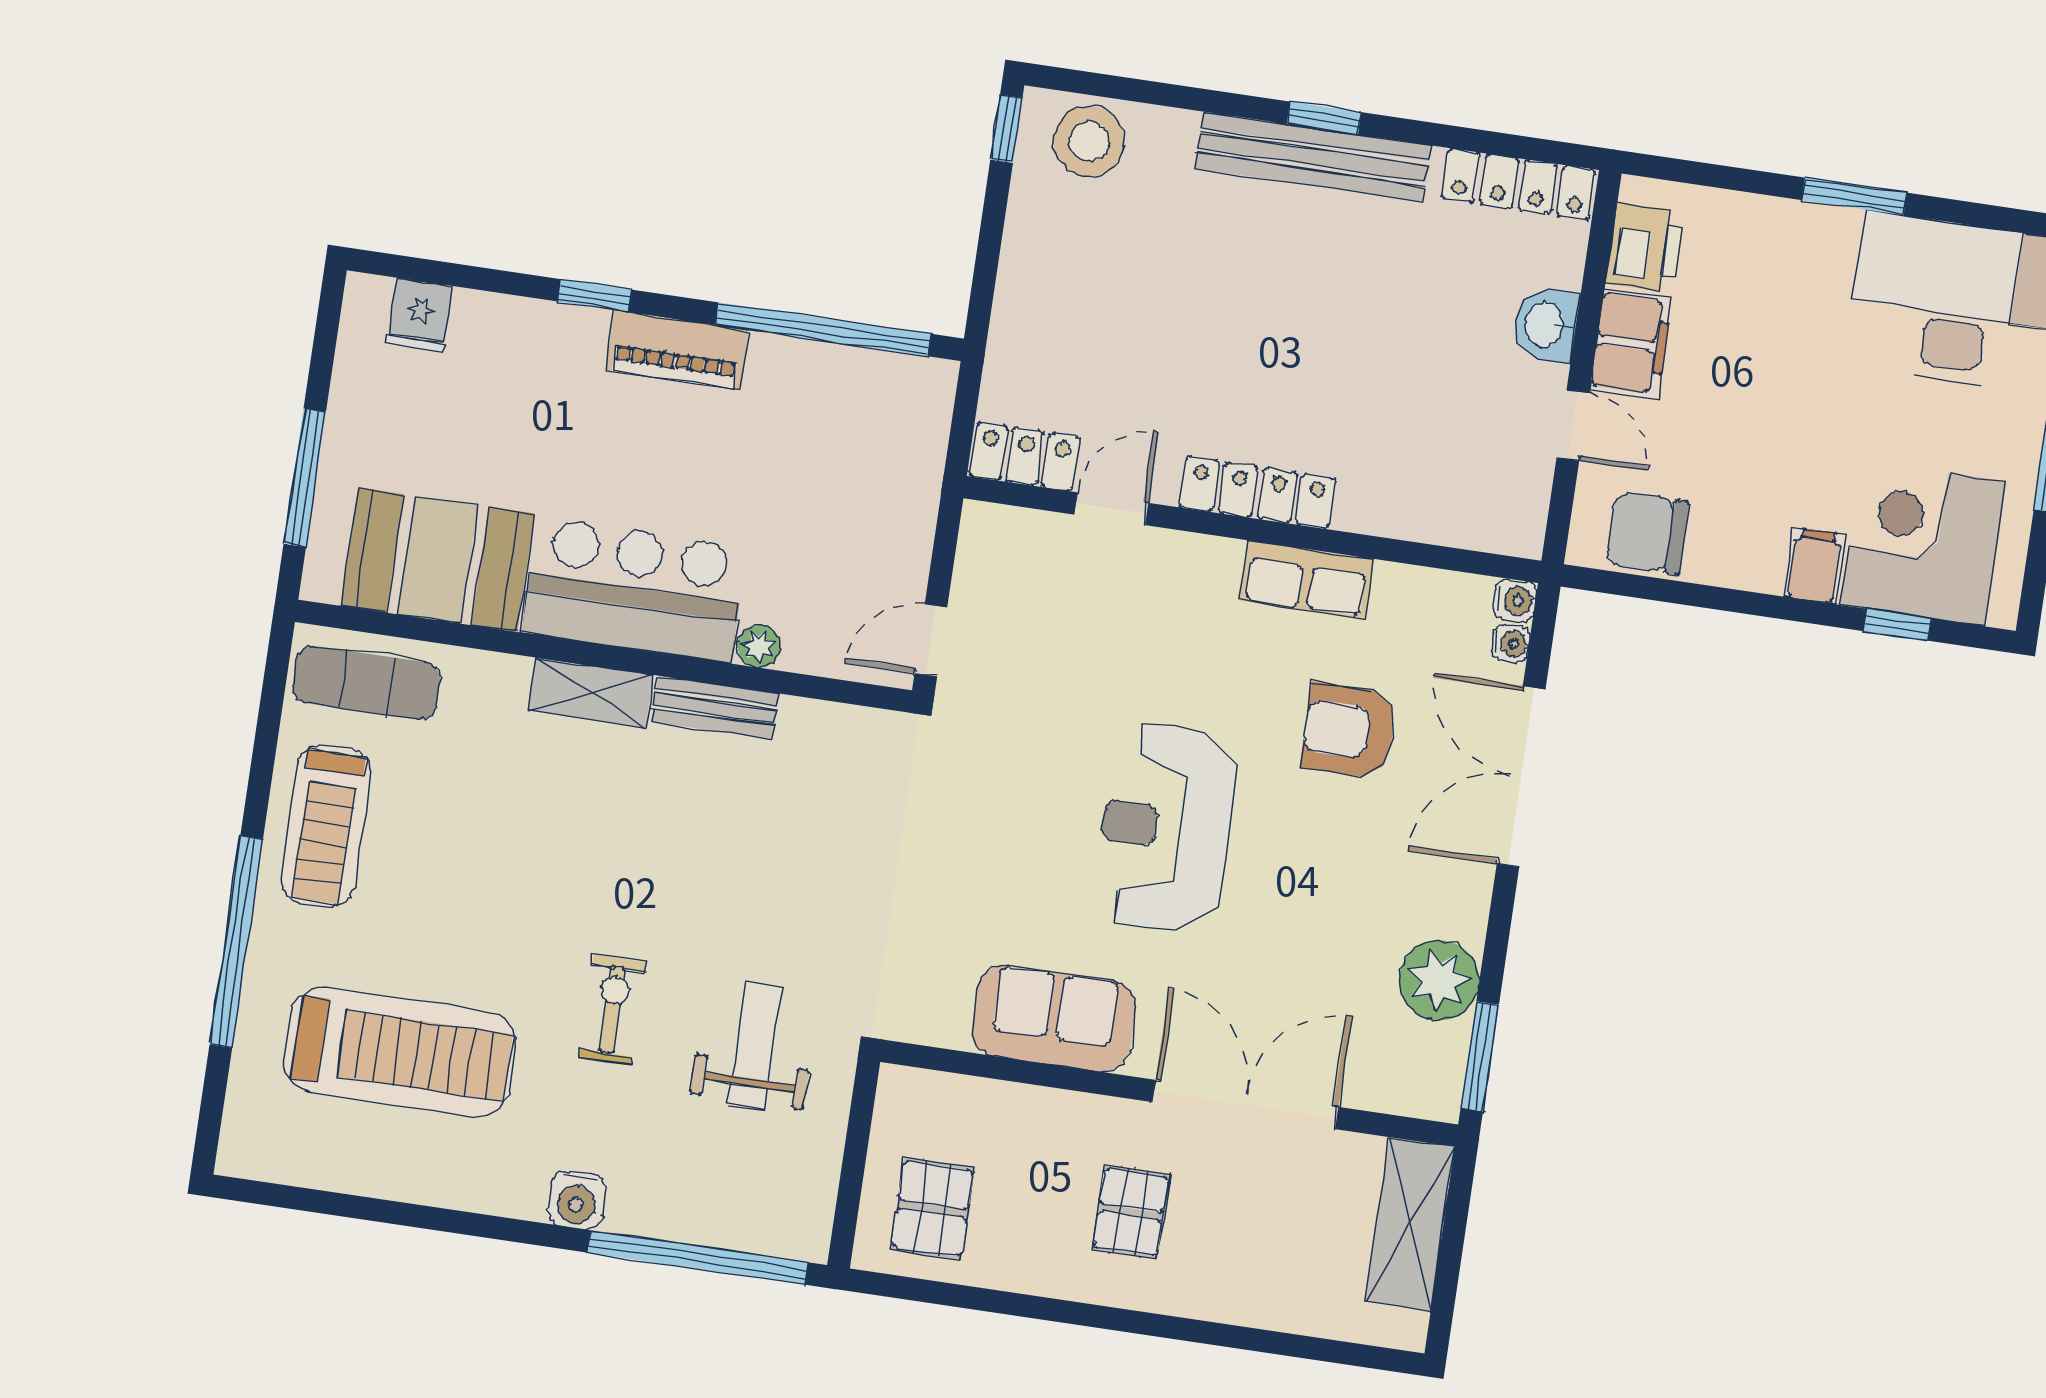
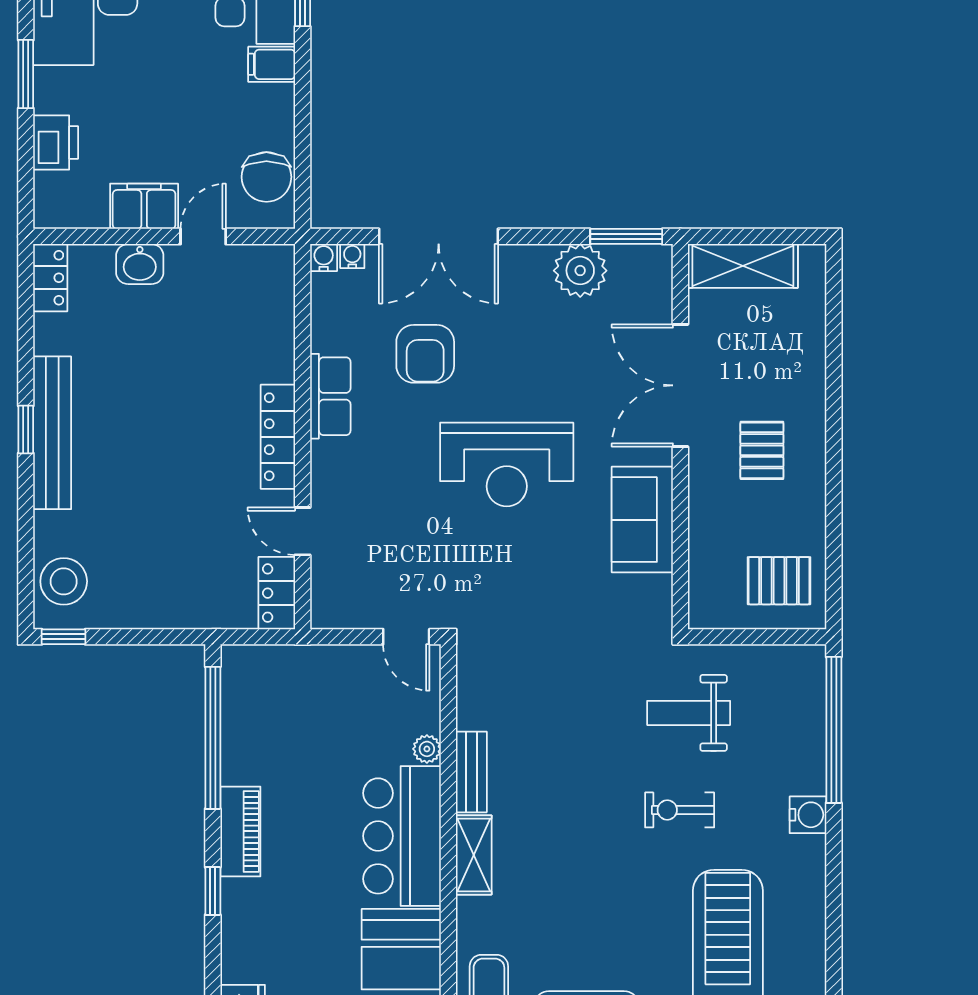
locker: (1519, 184) -> (50, 278), width x0.66
printer: (1645, 248) -> (56, 143), moved, turned 90
pallet: (1131, 1212) -> (762, 450), turned 90

